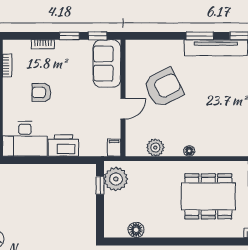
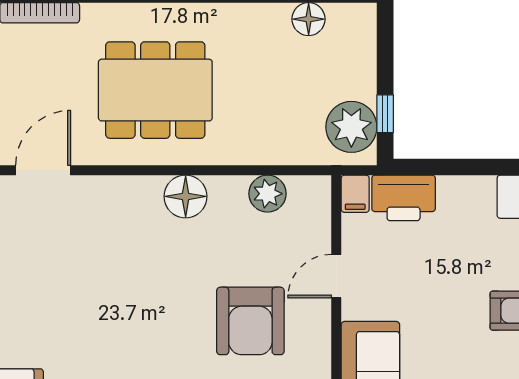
armchair: (163, 88) -> (250, 321), turned -63
printer: (63, 146) -> (404, 198), moved
floor lamp: (189, 151) -> (186, 196), width x1.89, depth x1.89

